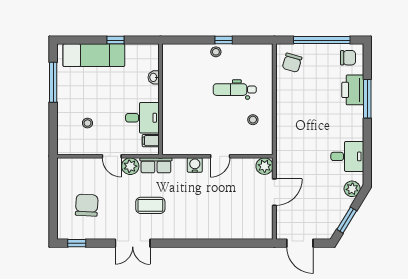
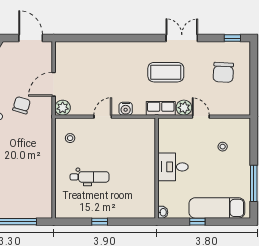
stool: (216, 52) -> (107, 211), removed
chair: (292, 63) -> (22, 105), moved
washbasin: (154, 77) -> (163, 212), moved
desk: (142, 118) -> (173, 167), moved
stool: (253, 120) -> (70, 138), moved
filing cabinet: (151, 141) -> (166, 131), removed
coffee table: (150, 205) -> (166, 72), width x1.36, depth x1.32

